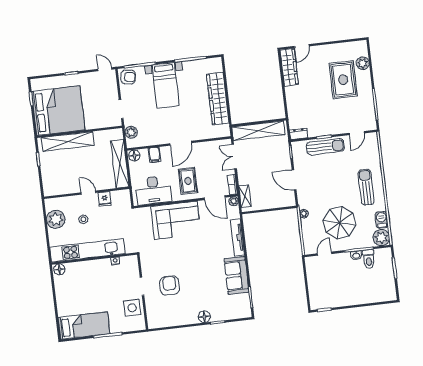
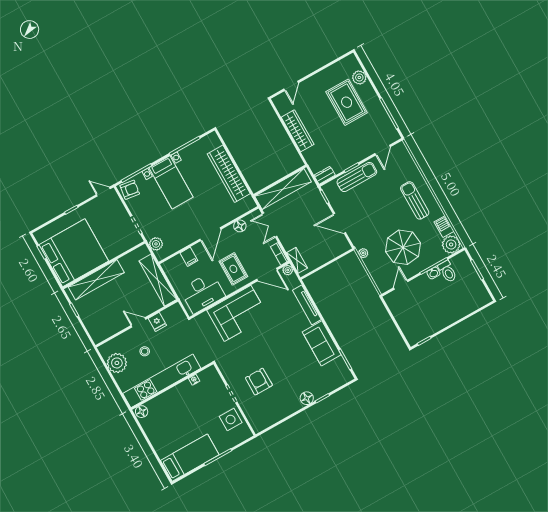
wardrobe: (289, 67) -> (298, 131), moved
floor lamp: (134, 156) -> (240, 226), moved

